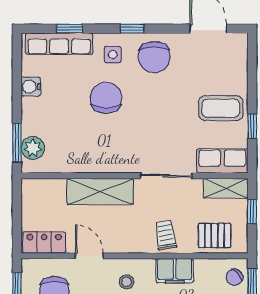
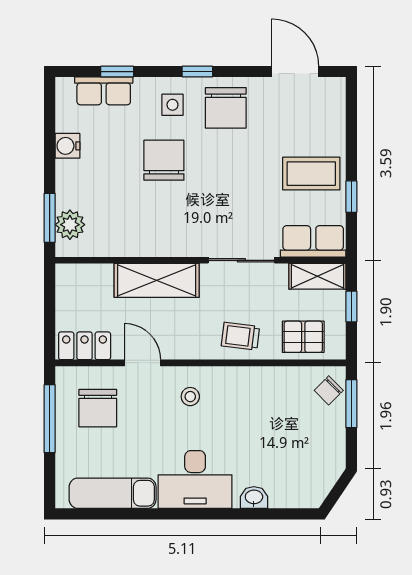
row of seats: (59, 44) -> (104, 91), width x0.68
trolley: (166, 235) -> (240, 336), turned -74
filing cabinet: (175, 271) -> (252, 382), removed

